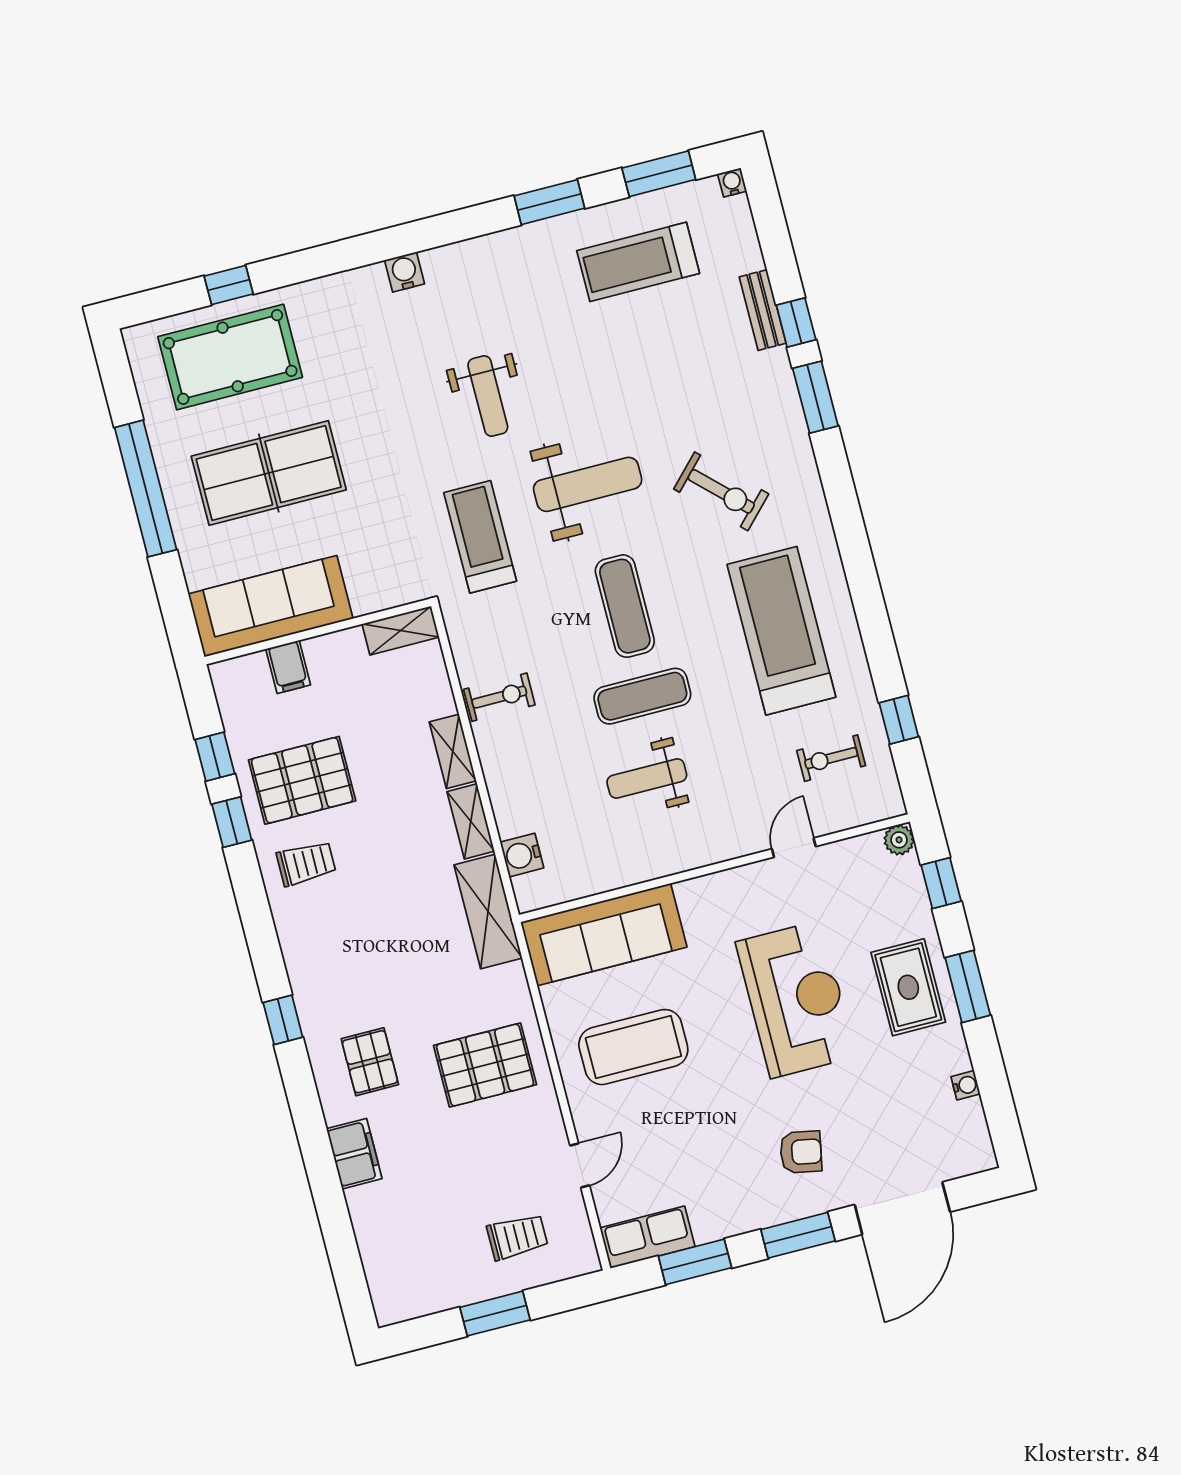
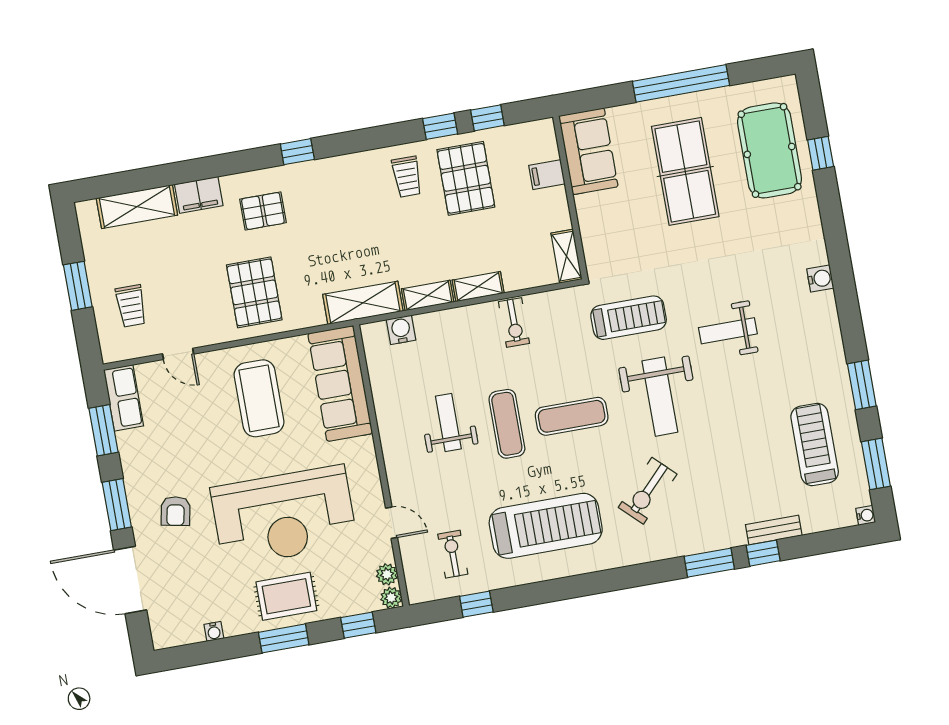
sofa: (271, 606) -> (588, 151), width x0.73
plant: (867, 848) -> (387, 574), added
reception desk: (796, 999) -> (284, 516), width x1.36, depth x1.30
shelving: (377, 1239) -> (137, 207), added

